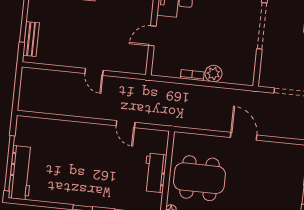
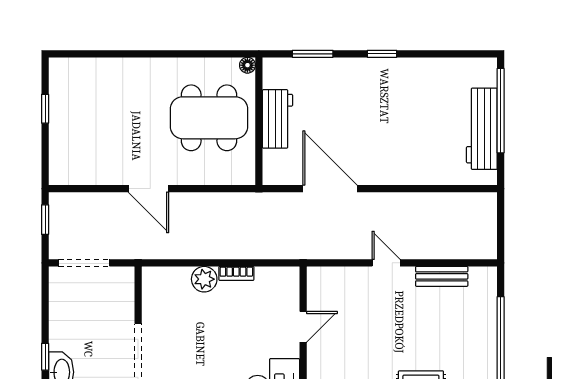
bench: (31, 39) -> (442, 276), moved, turned 90
door: (126, 124) -> (330, 189), width x1.88
workbench: (21, 173) -> (482, 129), moved

